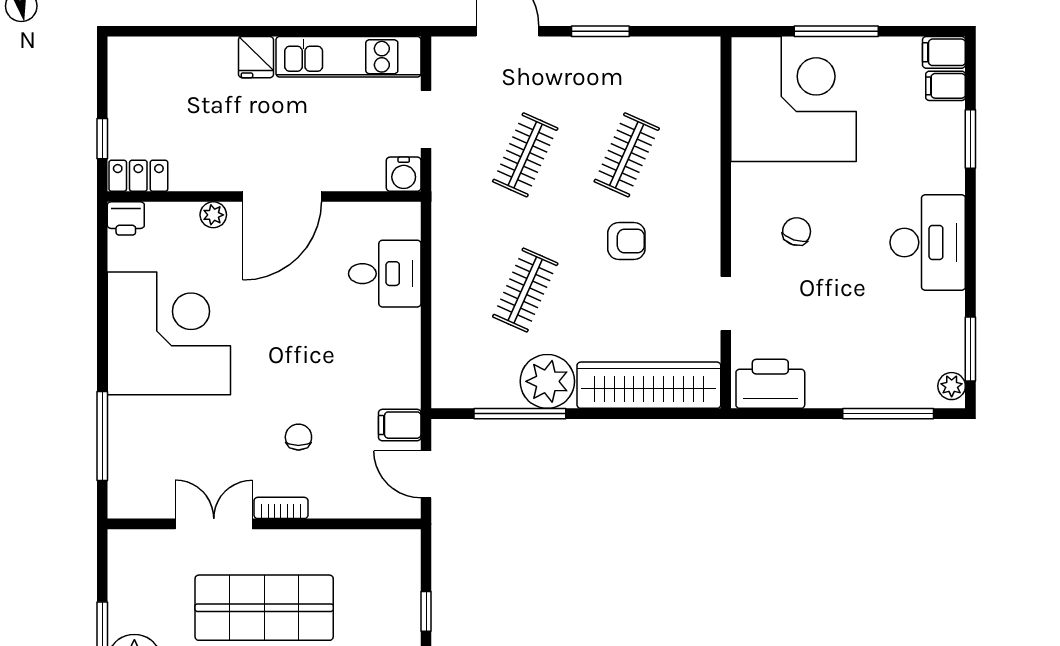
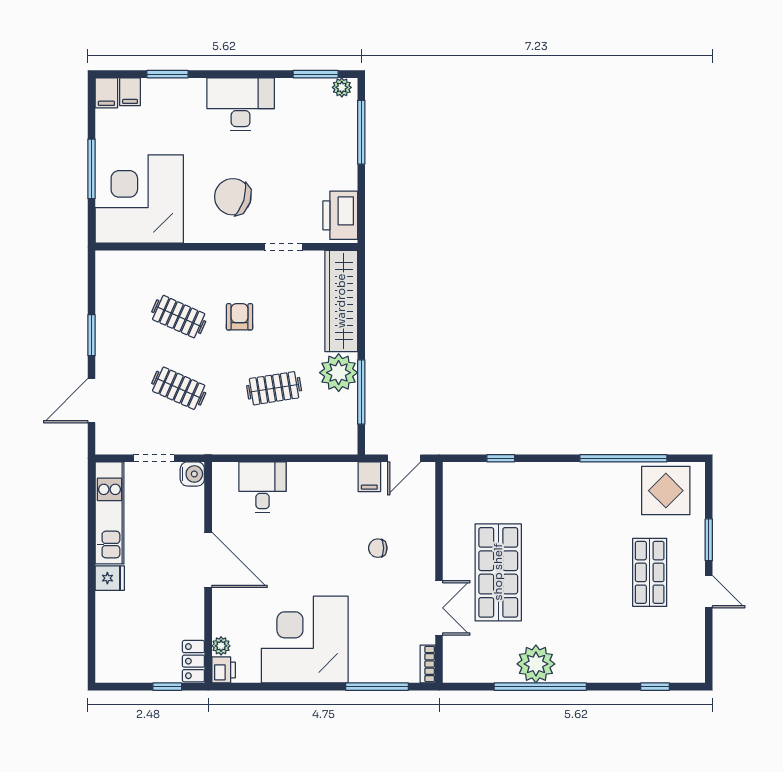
plant: (213, 215) -> (221, 646), moved
chair: (797, 231) -> (233, 197), width x1.87, depth x1.87
clothes rail: (525, 290) -> (274, 388), turned -33
bookcase: (281, 508) -> (428, 664), moved
double door: (214, 524) -> (439, 608), swing flipped

